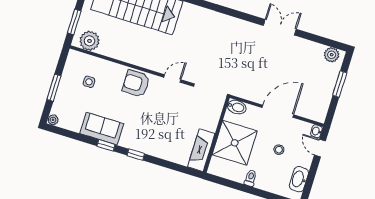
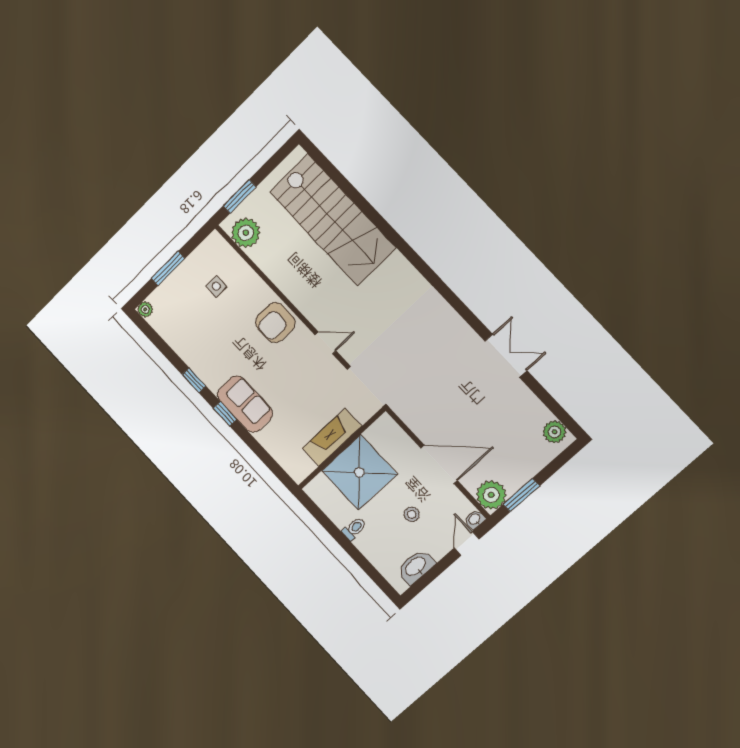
armchair: (136, 83) -> (275, 323), turned -90
window: (340, 84) -> (521, 495), moved
bidet: (237, 107) -> (388, 428), removed
plant: (317, 111) -> (491, 495), added
sofa: (102, 129) -> (245, 404), moved
fireplace: (201, 150) -> (332, 437), moved

